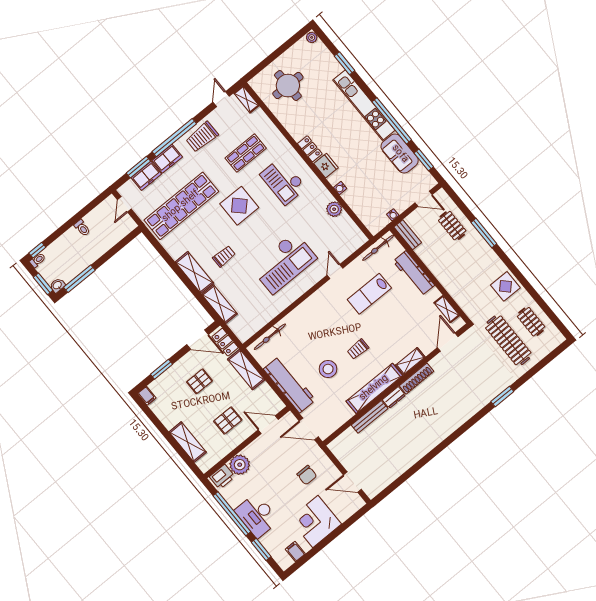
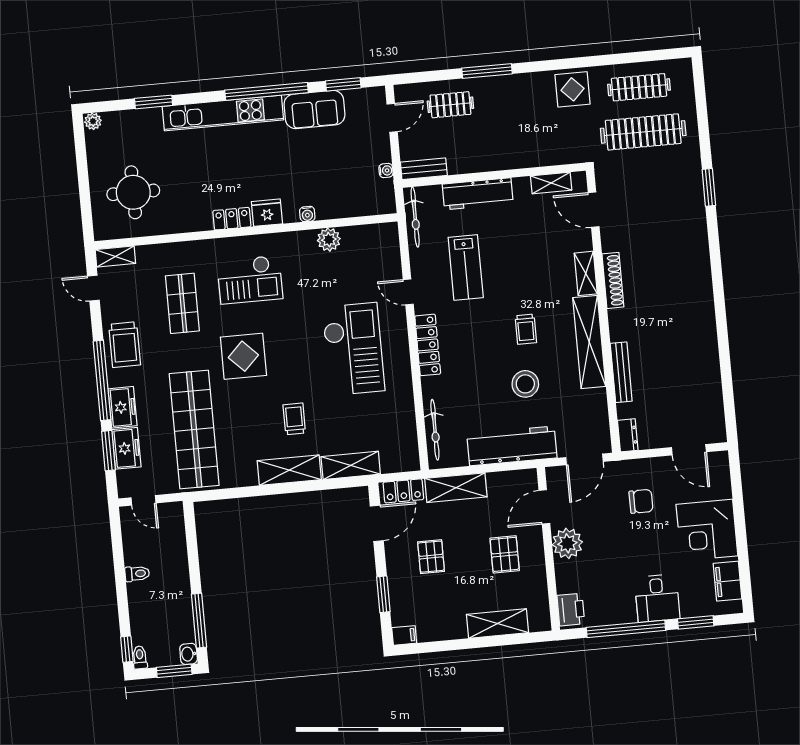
locker: (313, 302) -> (428, 345), added
clothes rail: (531, 322) -> (639, 87), width x1.36
dresser: (394, 398) -> (628, 435), moved
plant: (240, 465) -> (567, 543), moved
door: (352, 482) -> (689, 450), hinge flipped
desk: (257, 516) -> (657, 598), width x0.73
filing cabinet: (295, 551) -> (728, 581), width x2.00

